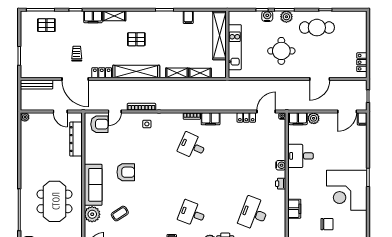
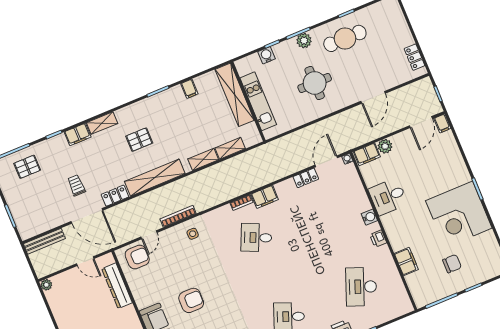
water cooler: (267, 16) -> (266, 55), moved

